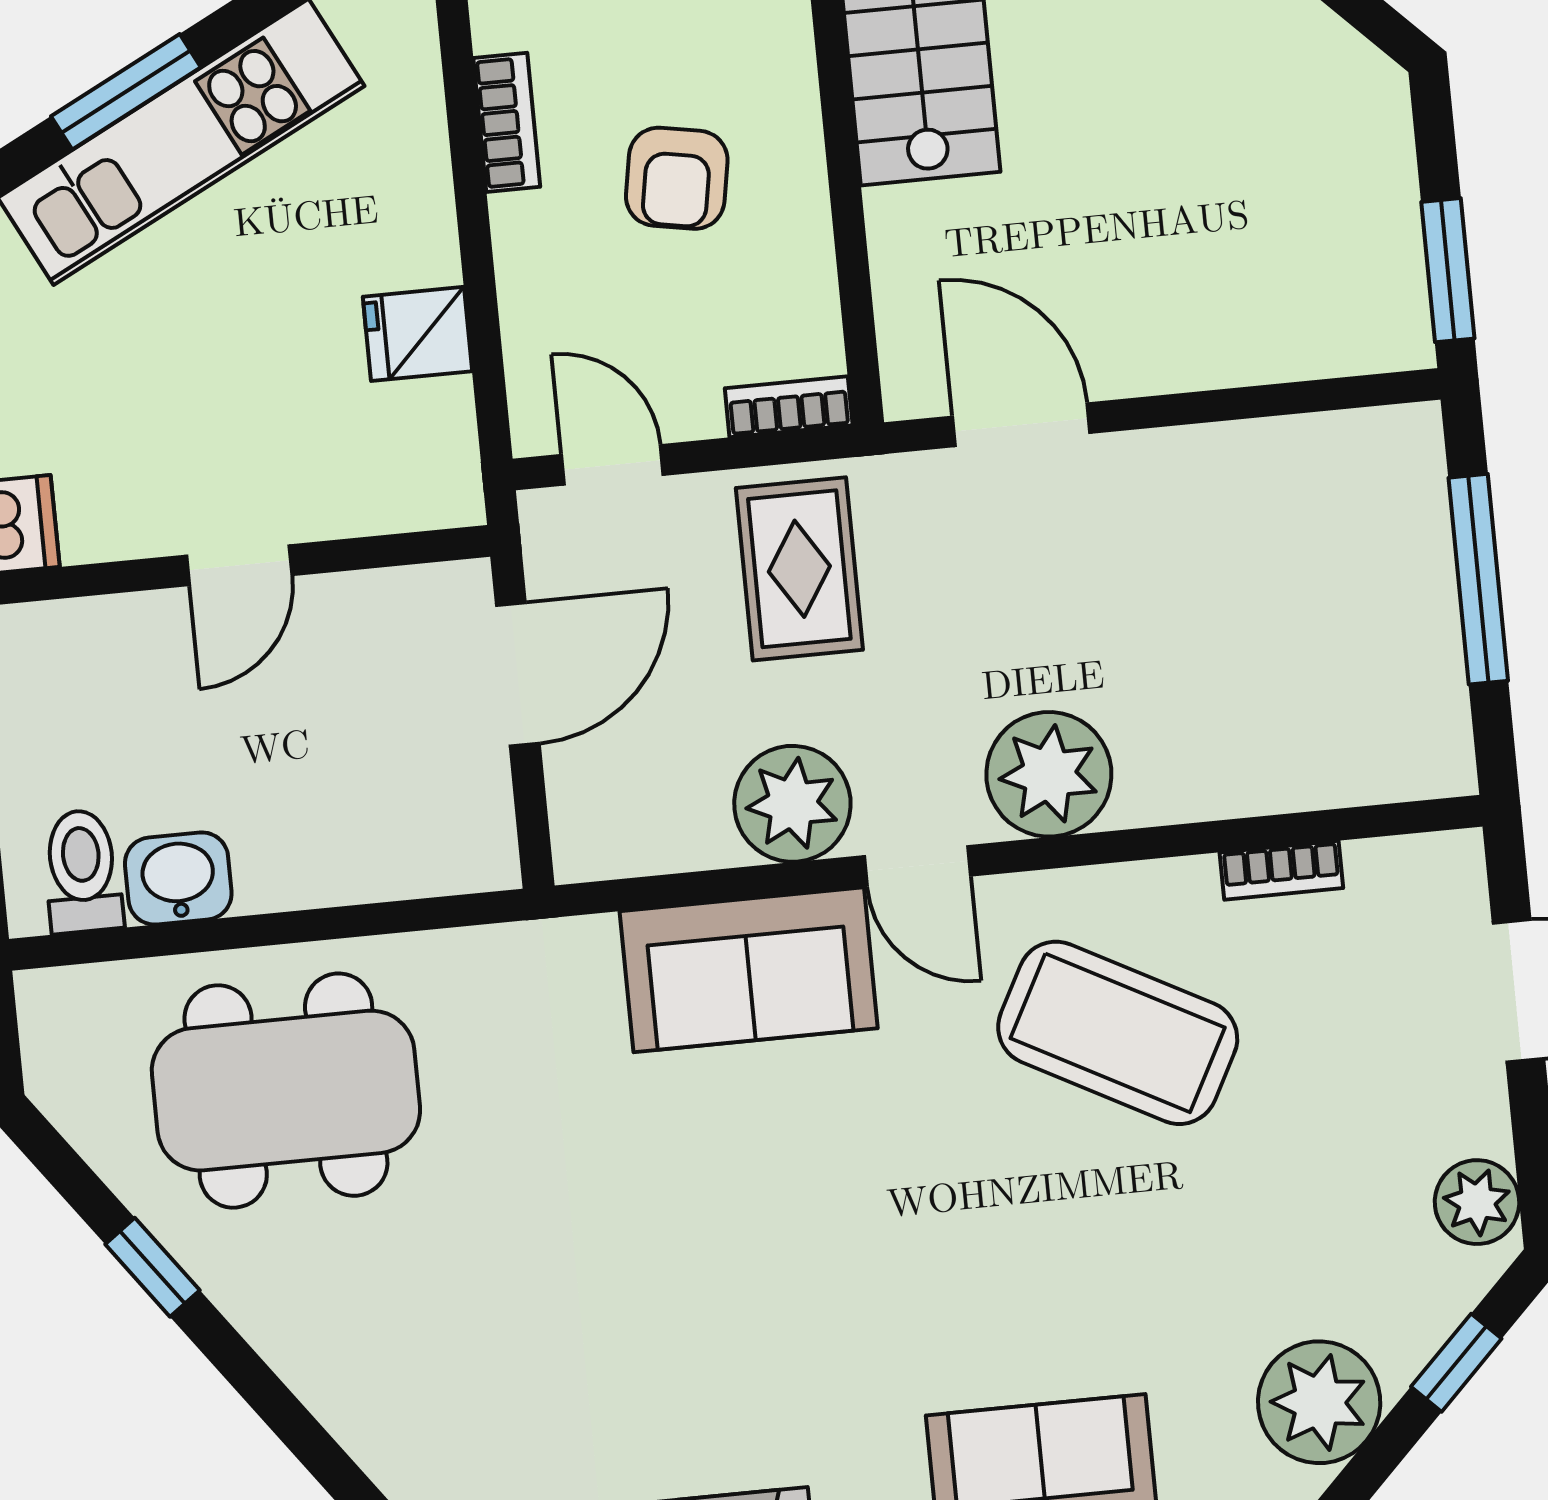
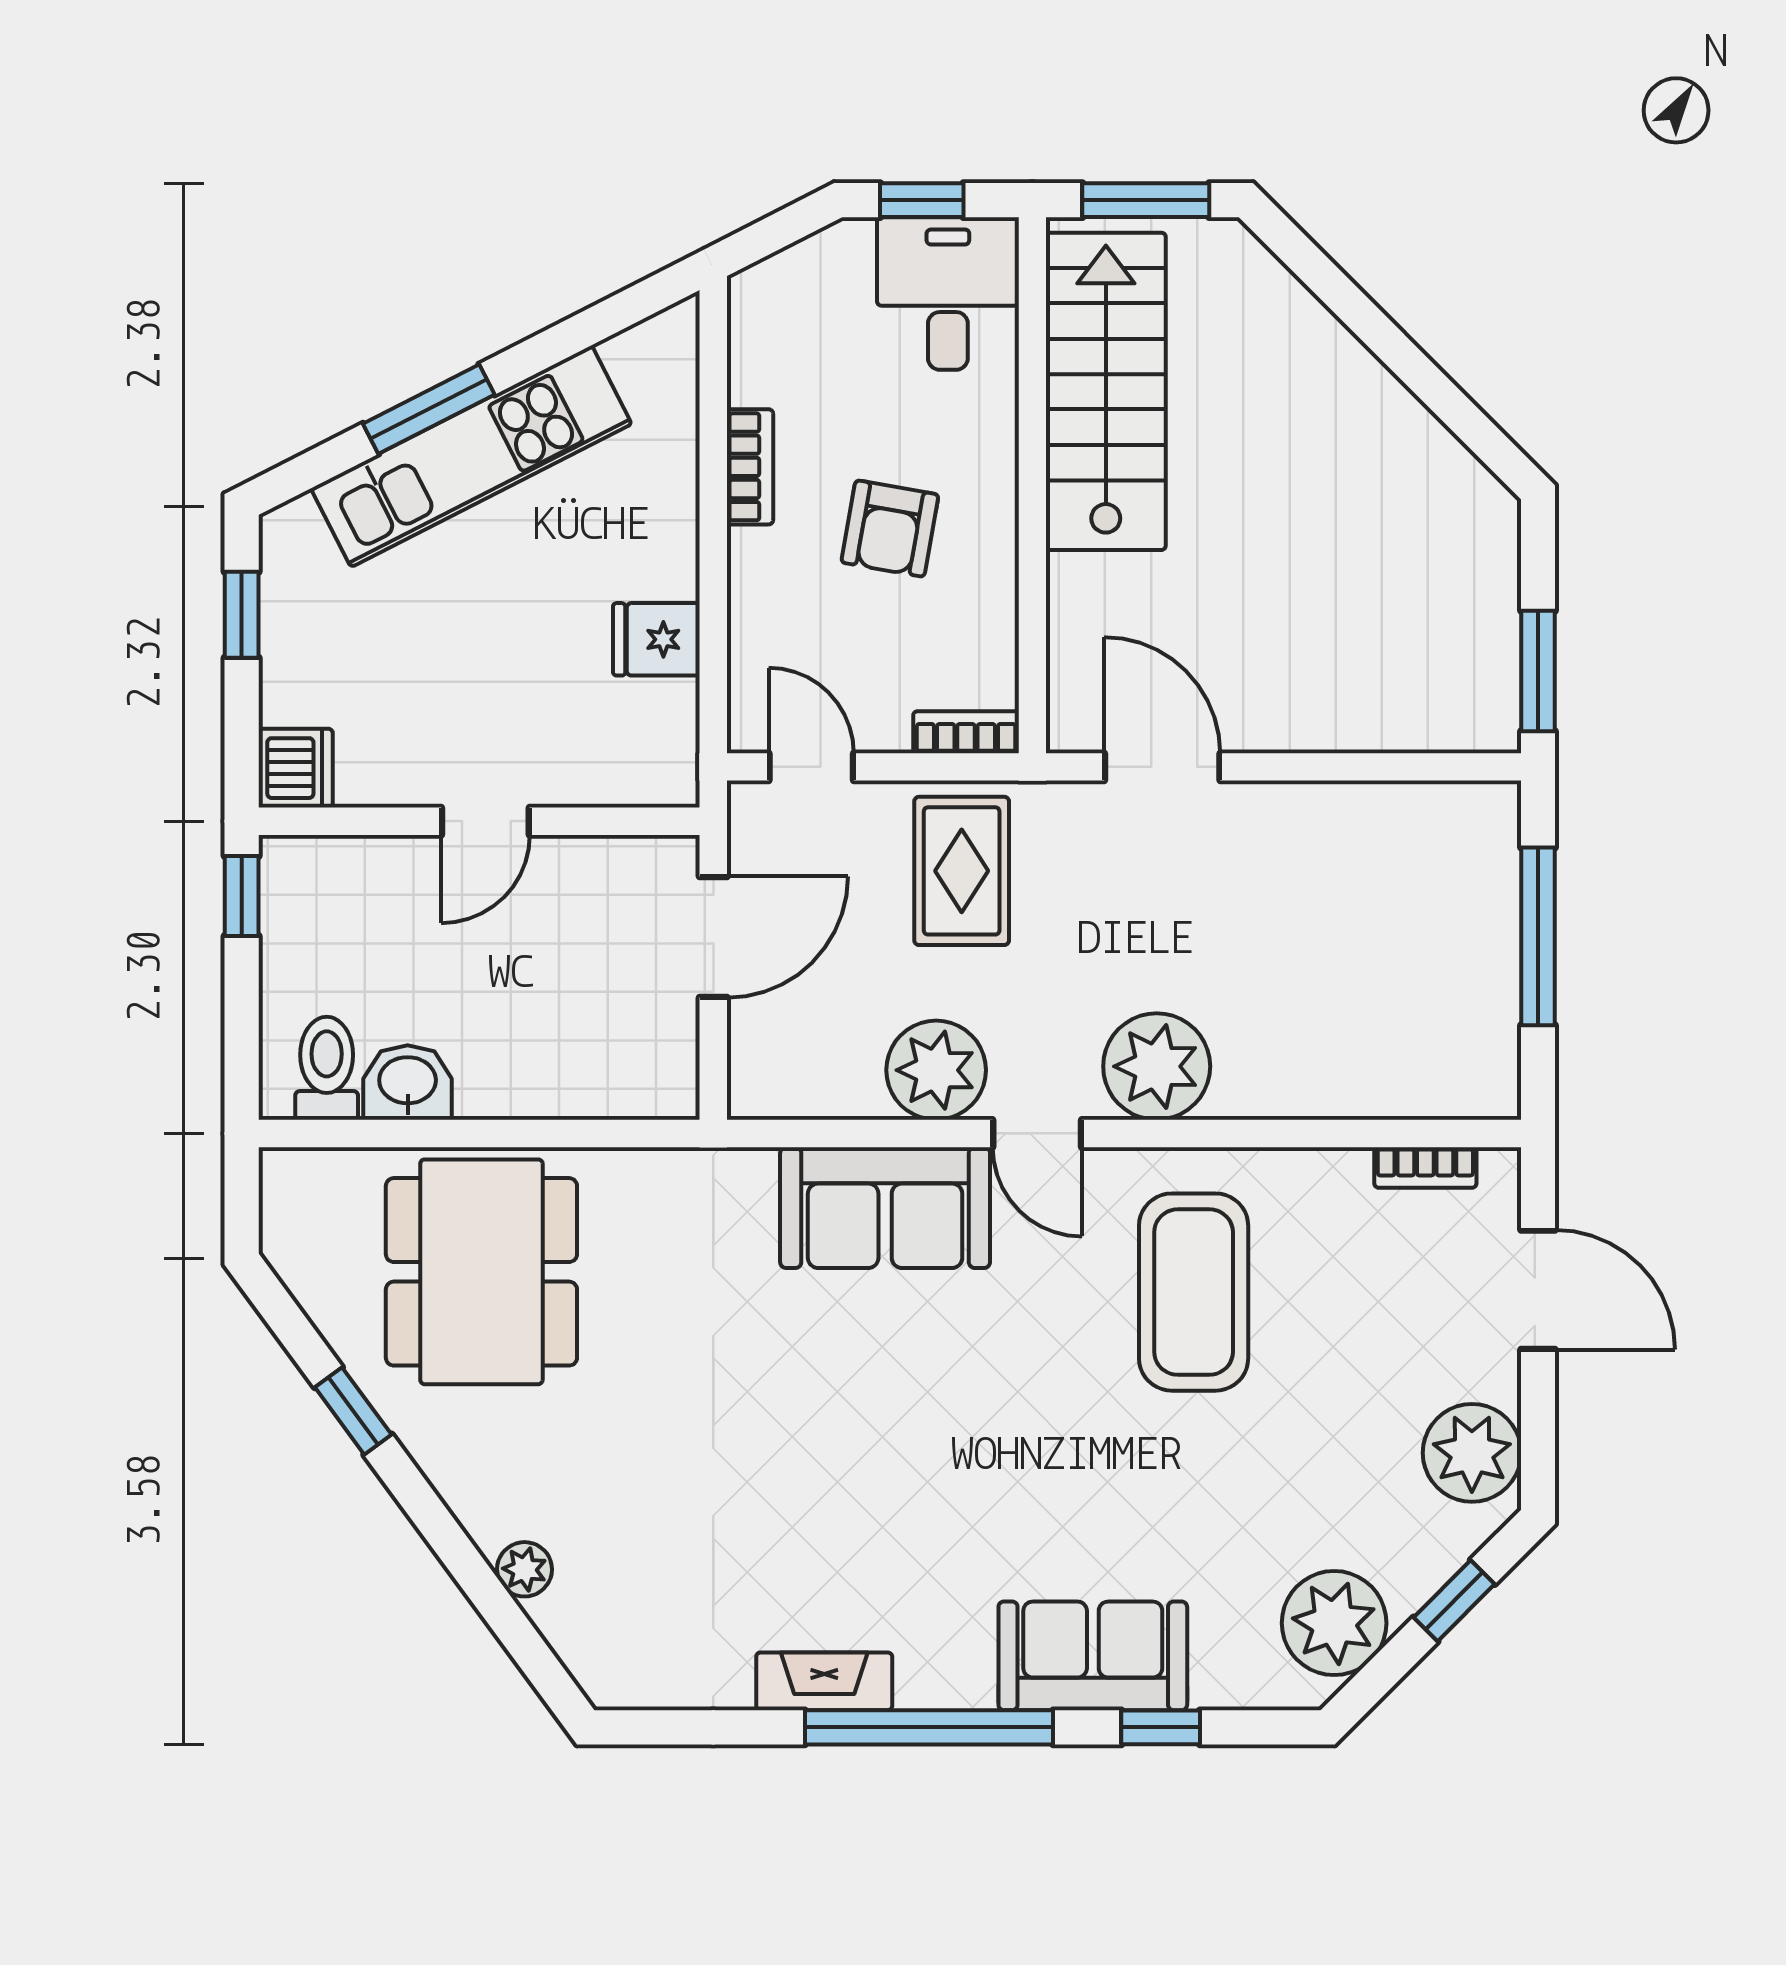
bookcase: (1281, 870) -> (1425, 1167), moved
coffee table: (1118, 1033) -> (1194, 1292), turned 62
dining table: (286, 1091) -> (481, 1272), turned 90
plant: (1477, 1202) -> (1472, 1453), width x1.36, depth x1.36
plant: (370, 1432) -> (524, 1569), added

